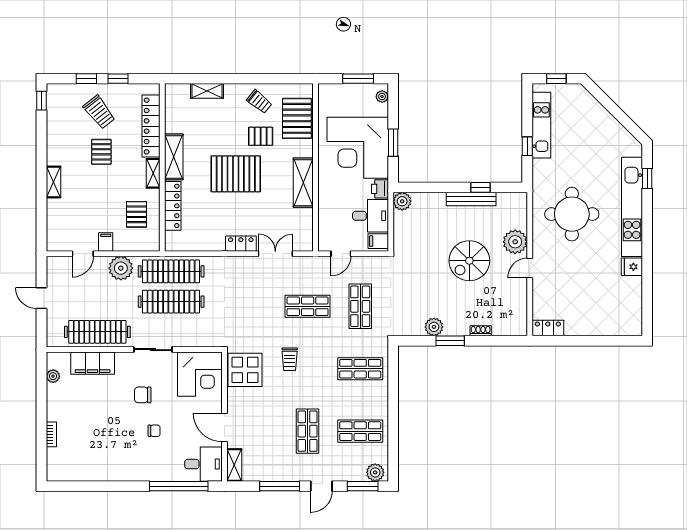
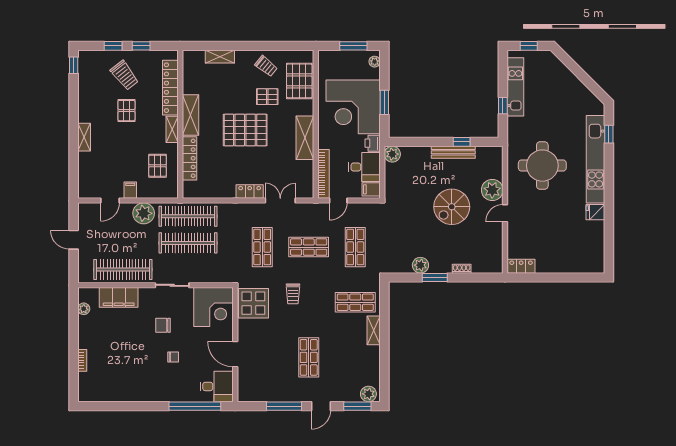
bookcase: (324, 223) -> (323, 174), added
shop shelf: (360, 431) -> (262, 247), moved, turned 90
shelving: (234, 465) -> (374, 330), moved

